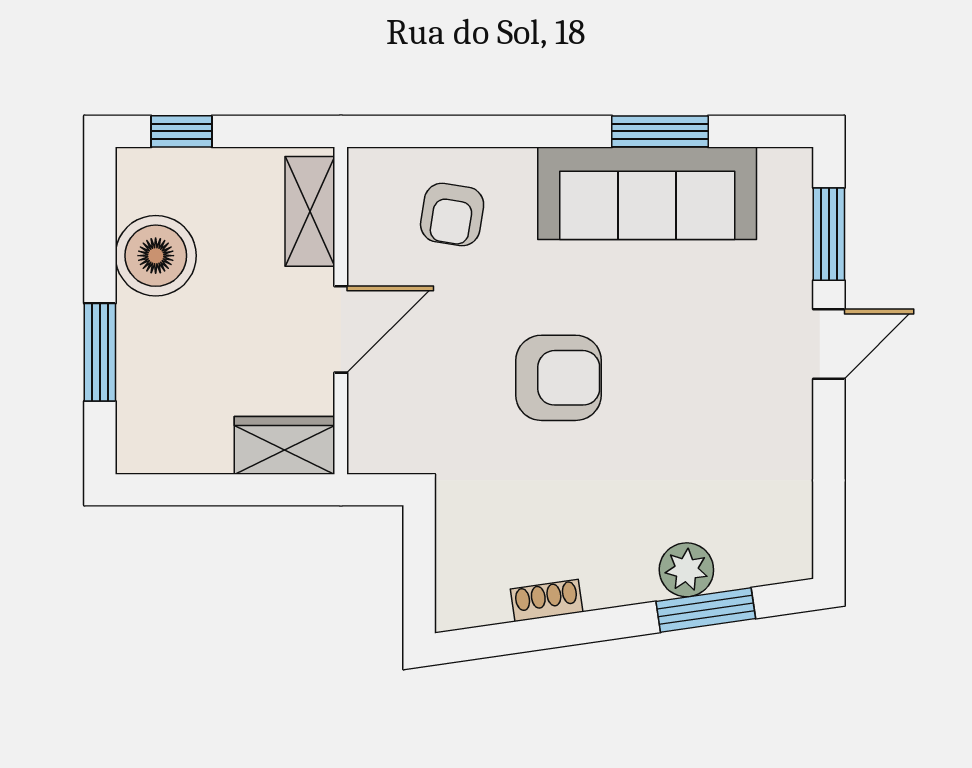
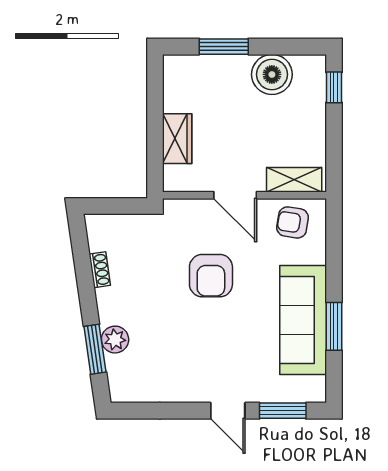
shelving: (310, 211) -> (294, 180), moved
wall: (341, 311) -> (245, 195), moved
door: (341, 329) -> (235, 195), moved

